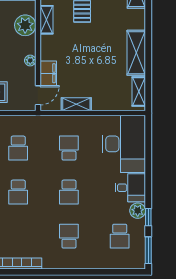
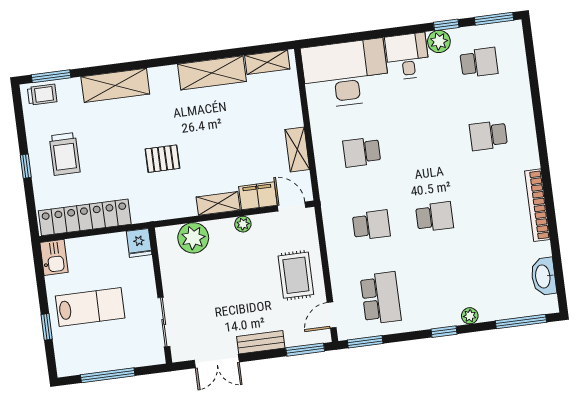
shelving: (47, 20) -> (218, 203), moved
school desk: (69, 192) -> (425, 144), removed

